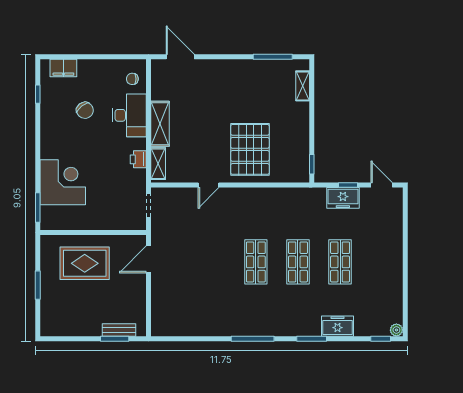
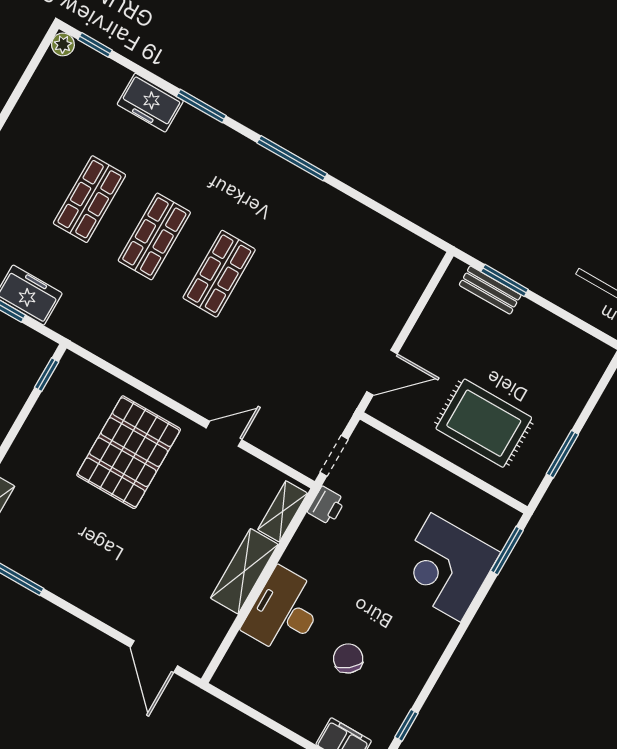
chair: (132, 79) -> (247, 665), removed
printer: (138, 159) -> (327, 506), moved
window: (38, 285) -> (562, 454), moved

